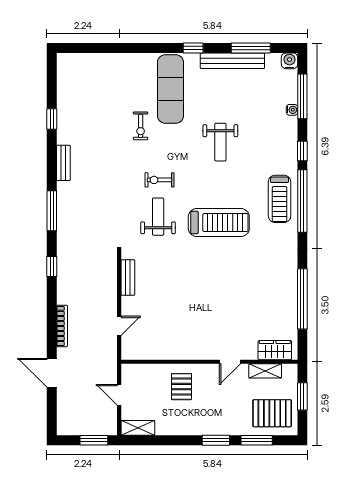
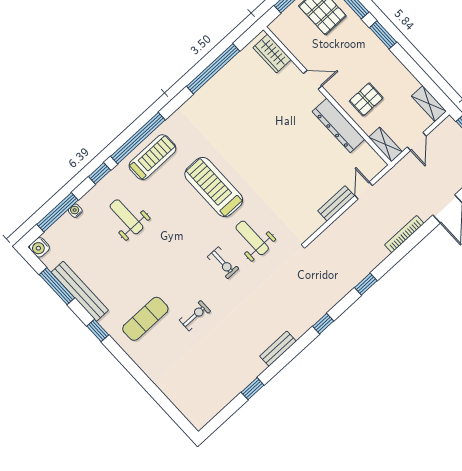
exercise mat: (170, 89) -> (145, 319), width x0.73, depth x0.69
weight bench: (220, 142) -> (126, 217), moved, turned -90
window: (52, 211) -> (323, 324), width x0.46
weight bench: (158, 217) -> (252, 238), turned 90
bench: (128, 278) -> (336, 203), moved
door: (119, 326) -> (364, 190), hinge flipped
dresser: (181, 350) -> (338, 125), added
shelving: (265, 371) -> (386, 145), moved

